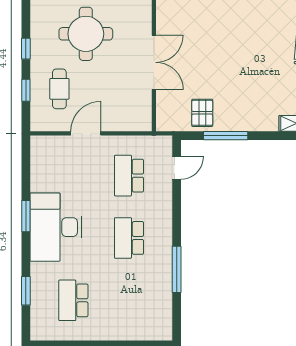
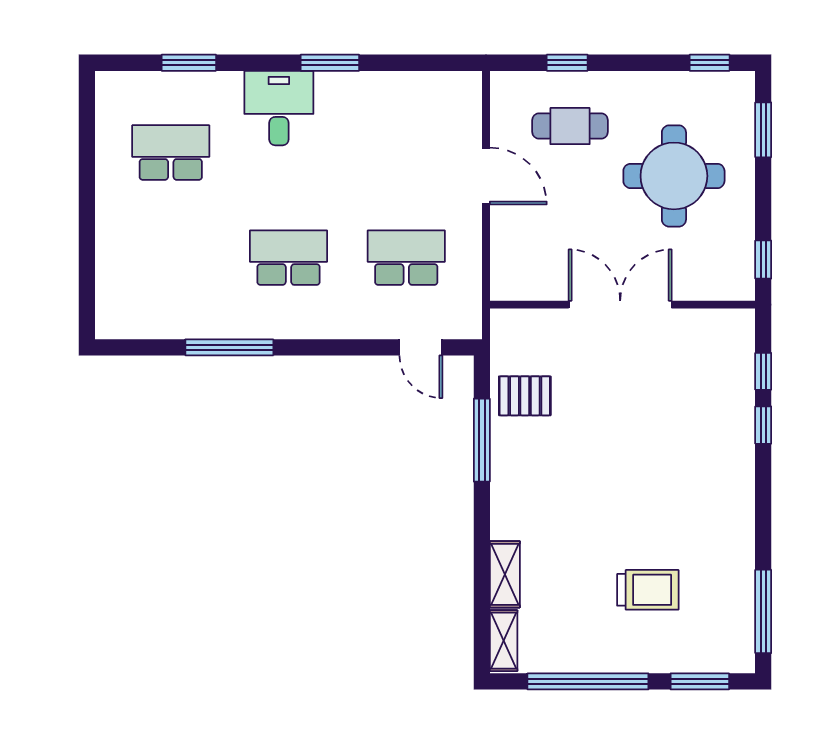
window: (26, 49) -> (710, 63), moved
double door: (154, 62) -> (620, 305), swing flipped
desk: (56, 227) -> (279, 108), width x0.53, depth x0.77

